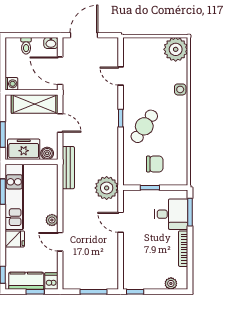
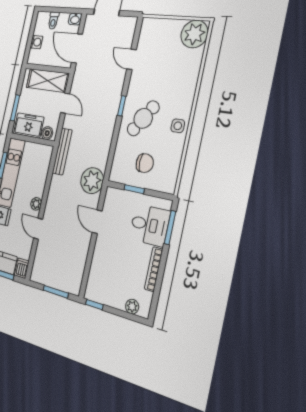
washing machine: (11, 84) -> (36, 42), moved
side table: (180, 89) -> (178, 126), moved

